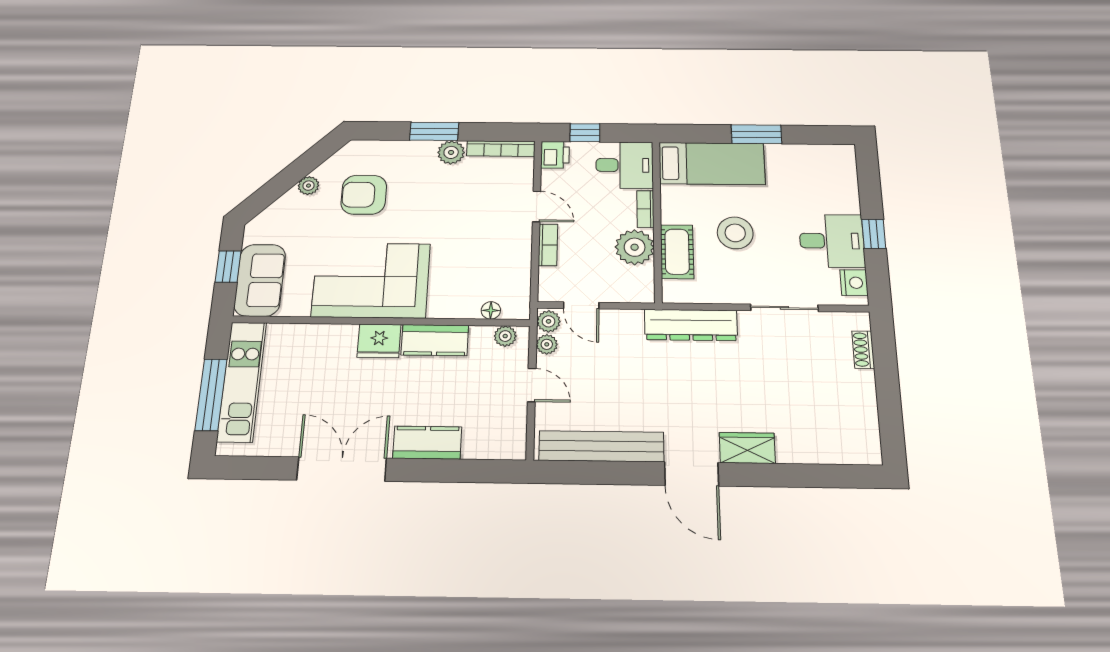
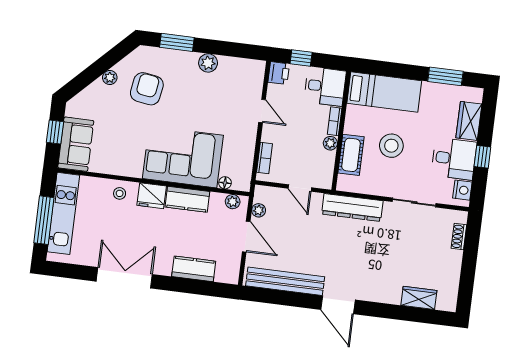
window: (434, 131) -> (177, 42), moved
window: (756, 134) -> (445, 76), moved
bookcase: (501, 149) -> (242, 64), removed
wardrobe: (843, 188) -> (469, 121), added
armchair: (364, 195) -> (147, 89), turned 99
bookcase: (548, 245) -> (264, 158), moved
plant: (635, 247) -> (330, 143), width x0.53, depth x0.53
corner sofa: (371, 280) -> (183, 157), moved
door: (581, 305) -> (300, 188), moved
plant: (549, 321) -> (261, 195), removed
stool: (329, 343) -> (120, 193), added
door: (532, 385) -> (246, 237), width x1.38
kitchen counter: (427, 443) -> (194, 269), moved
wardrobe: (747, 448) -> (419, 298), moved

